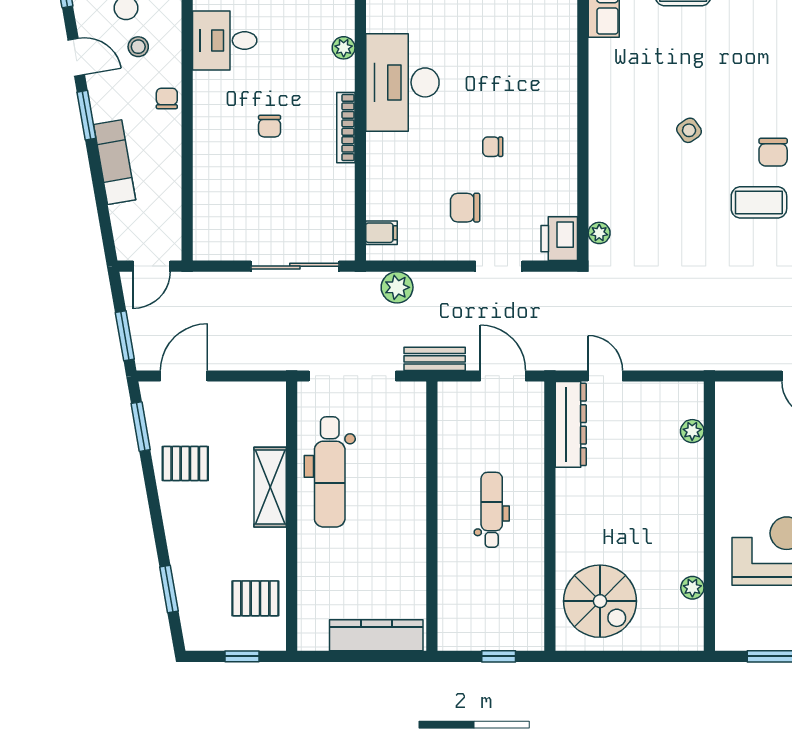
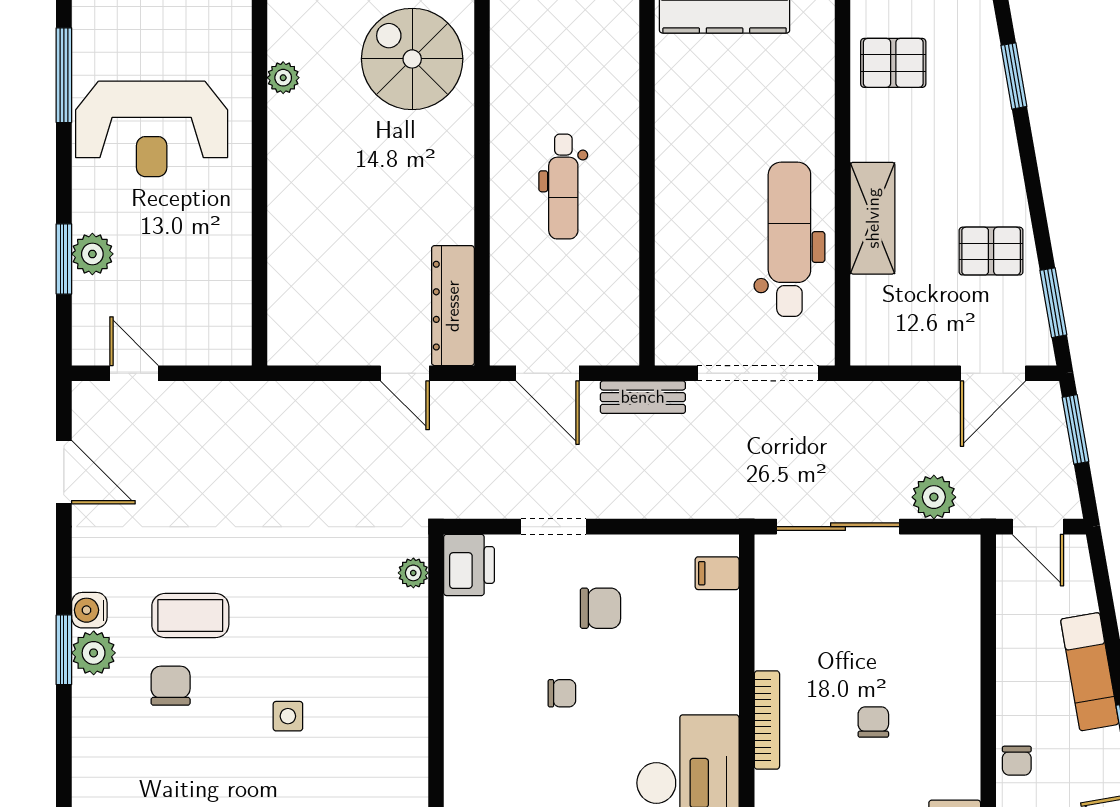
side table: (689, 130) -> (288, 716), turned 35
door: (152, 266) -> (1038, 527), swing flipped
plant: (397, 287) -> (934, 497), moved
plant: (692, 431) -> (283, 296), removed

